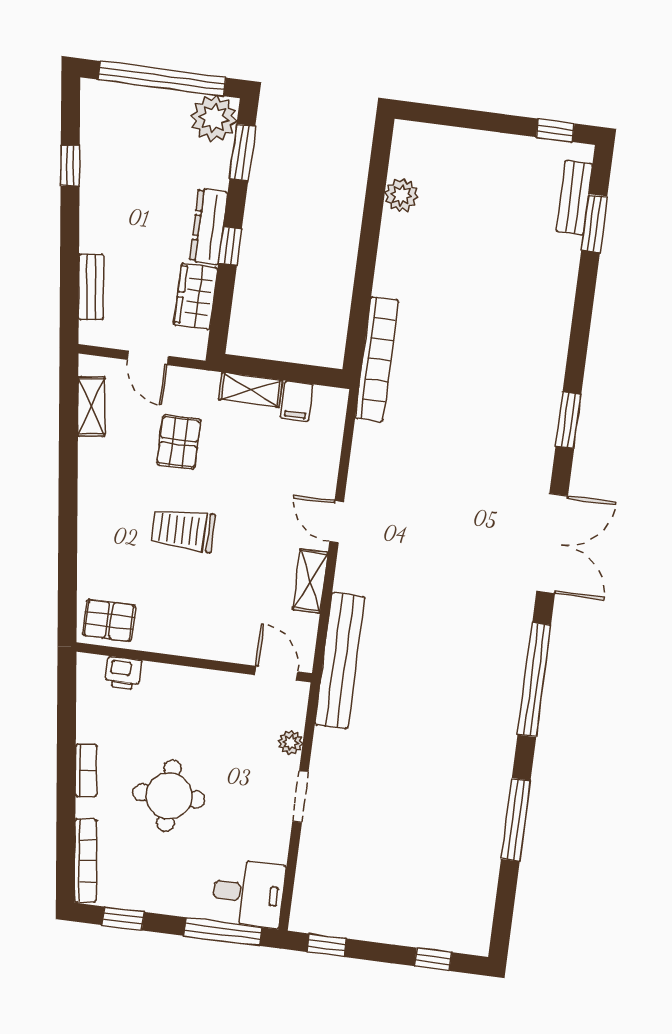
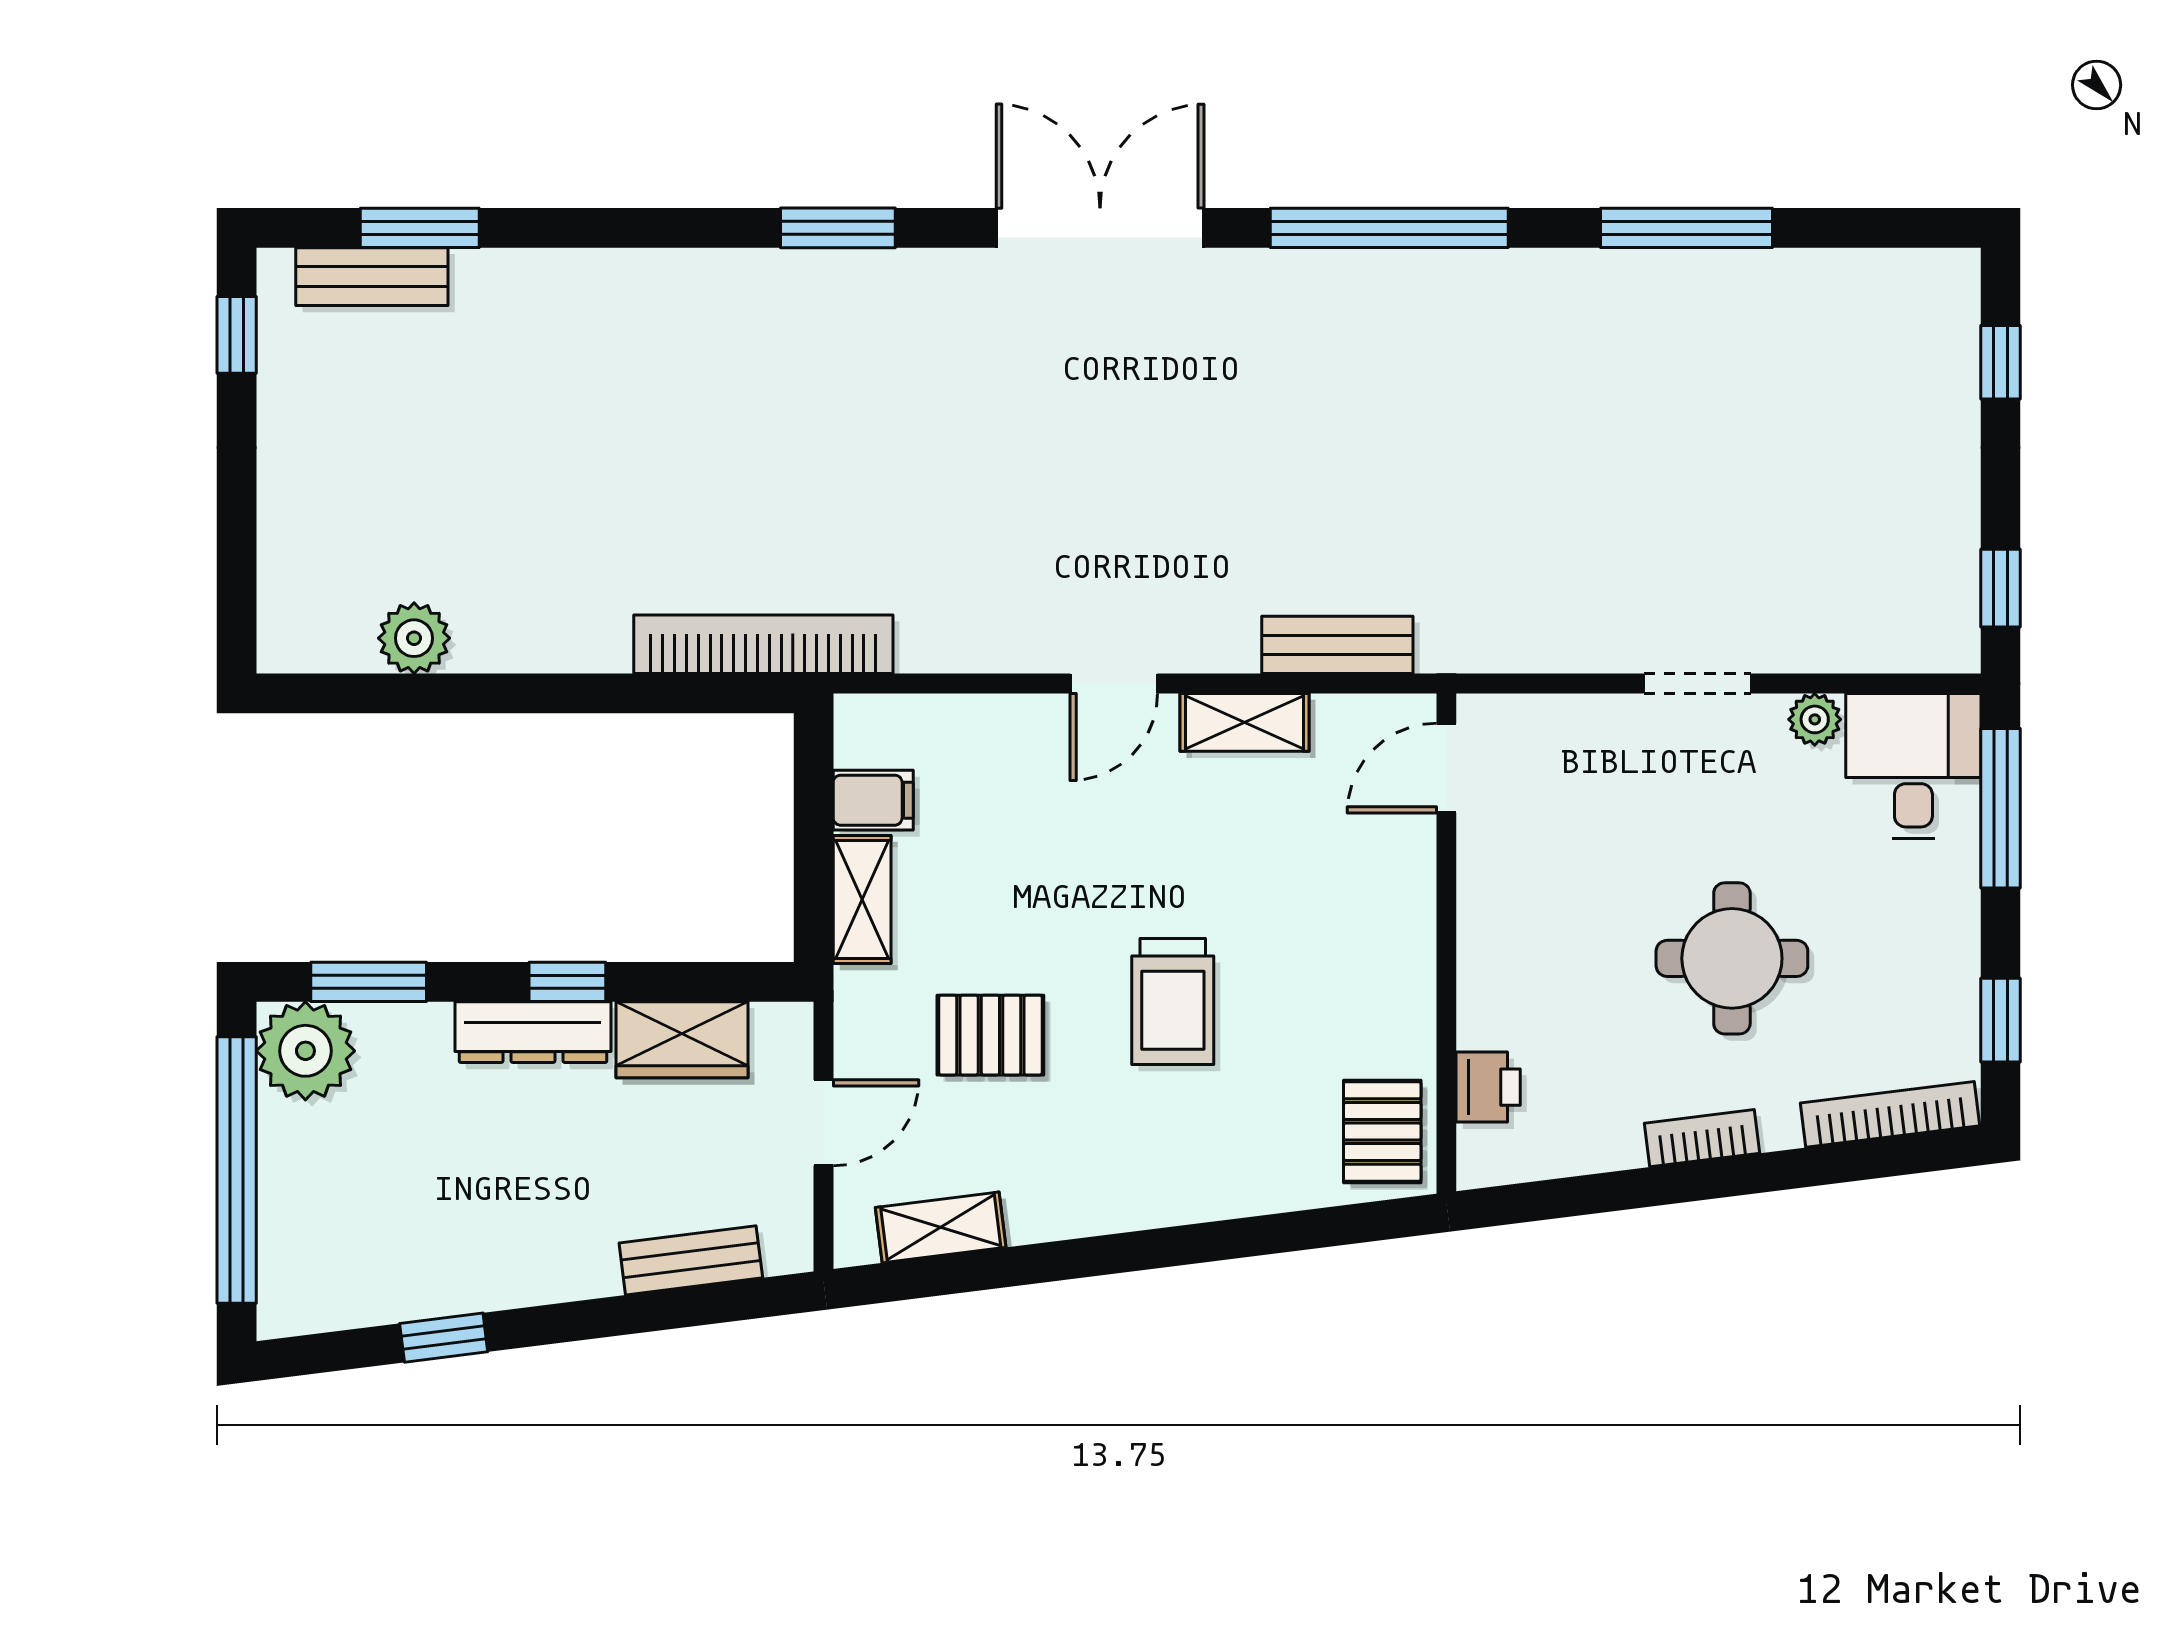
bench: (340, 661) -> (1337, 645), width x0.54, depth x0.82
plant: (290, 742) -> (1815, 719), moved

